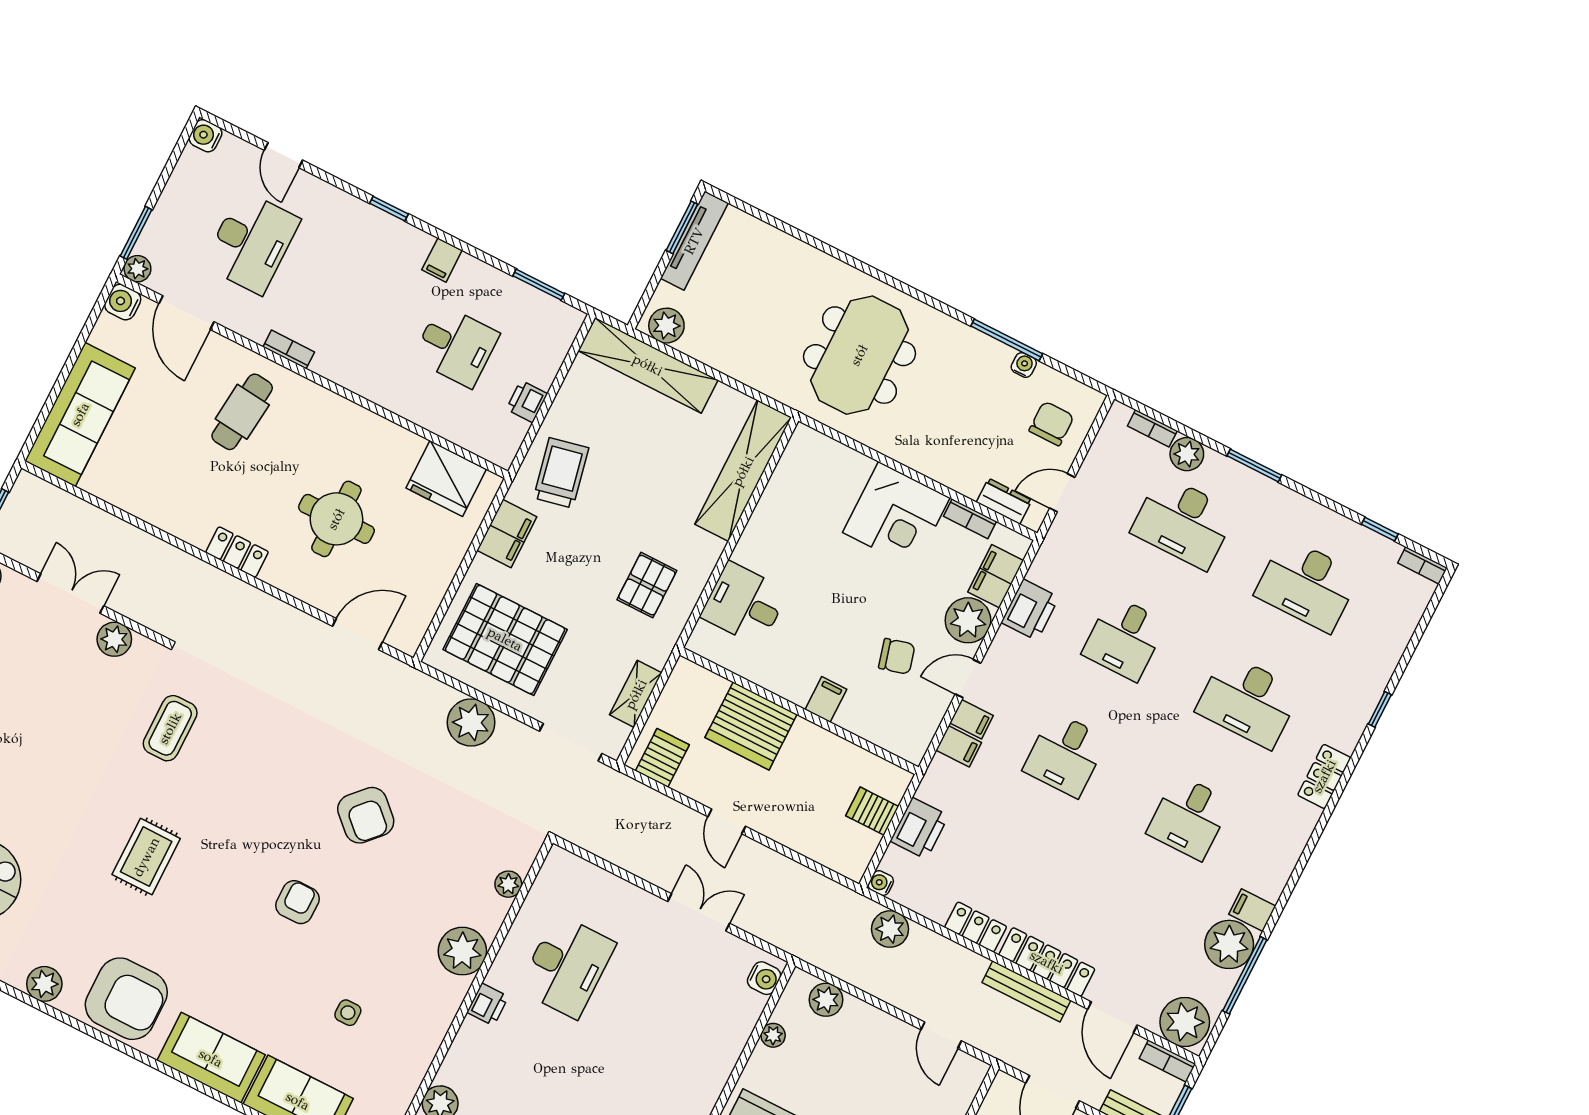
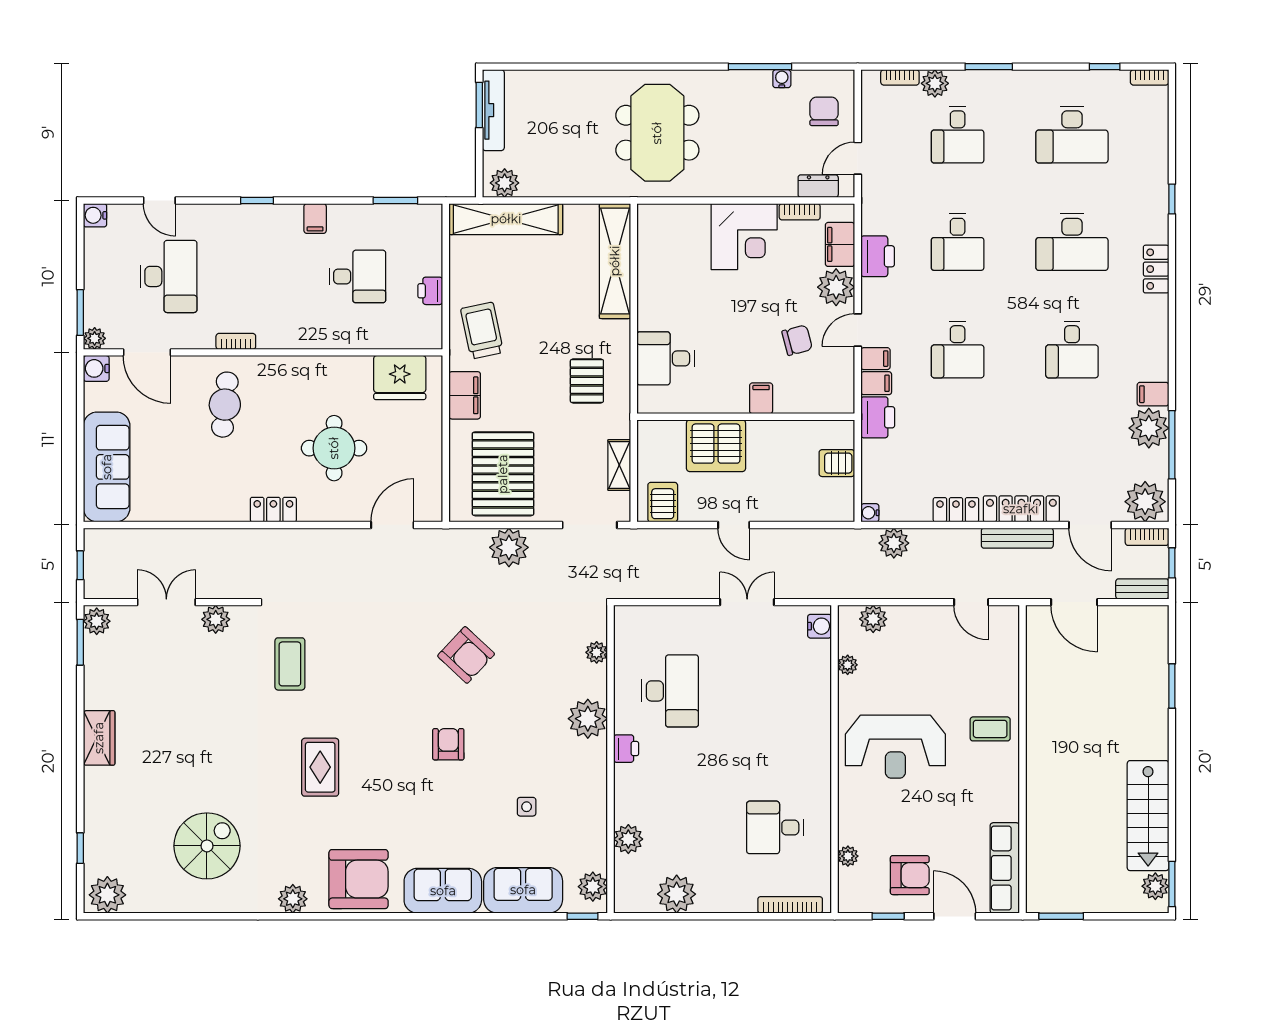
desk: (1183, 522) -> (958, 135), width x0.73
pallet: (505, 639) -> (503, 474), turned 90
printer: (919, 828) -> (878, 417), moved

